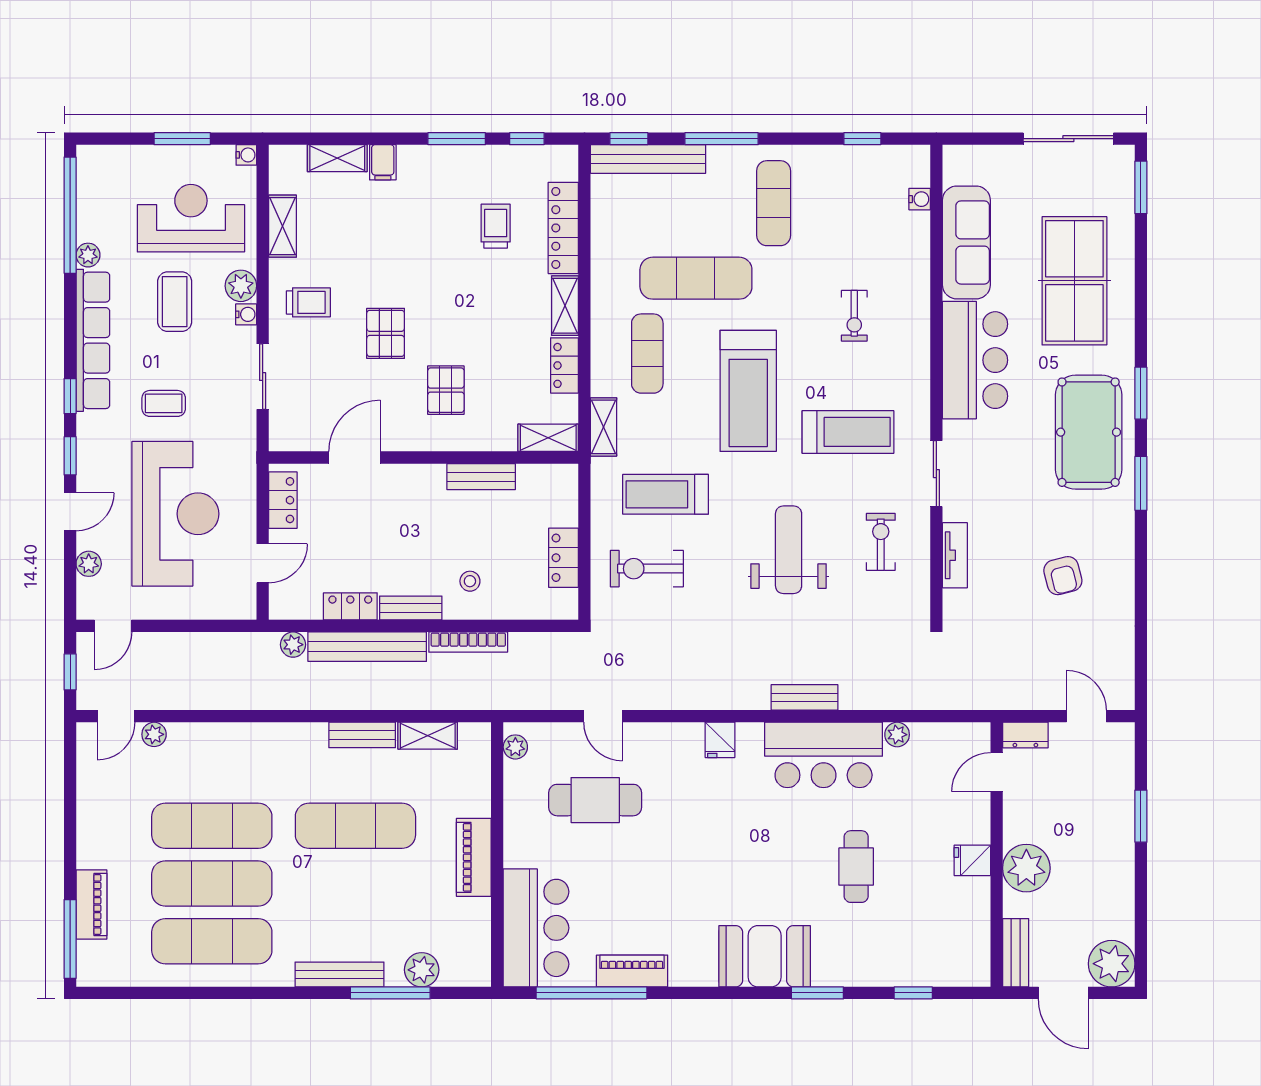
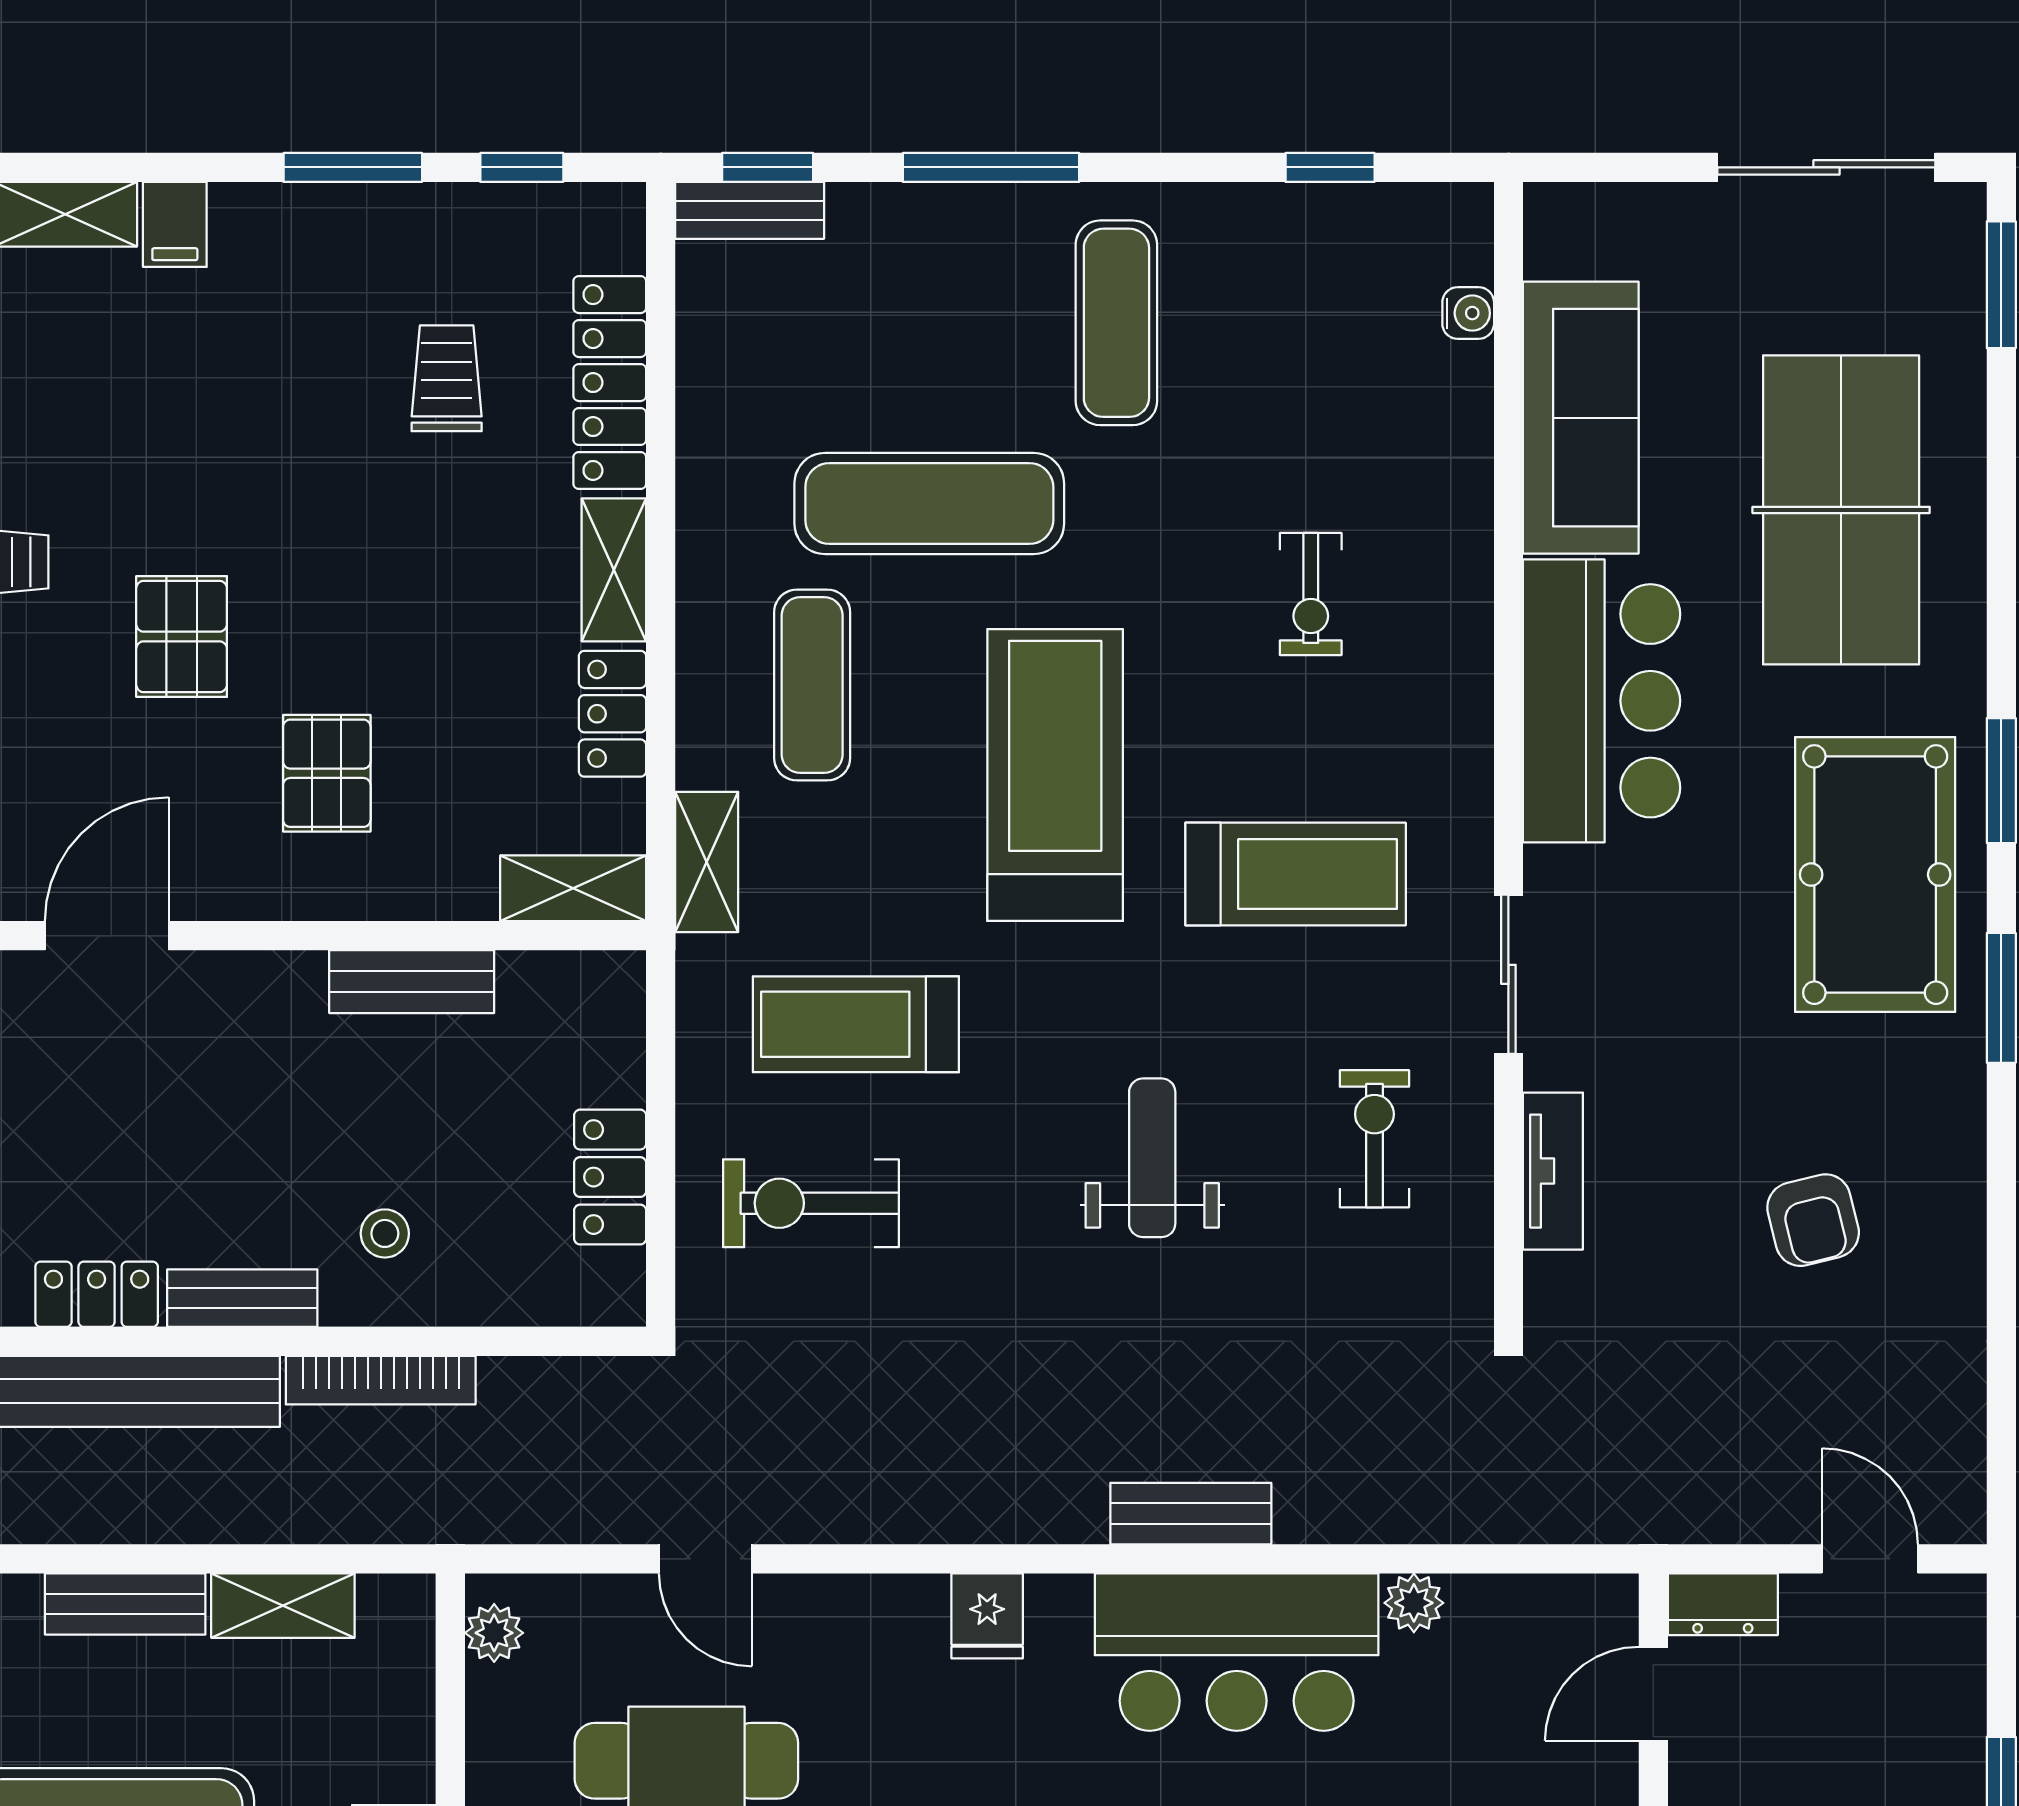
bench: (648, 159) -> (750, 210), width x0.54, depth x0.82
treadmill: (748, 391) -> (1055, 775), turned 180
weight bench: (789, 550) -> (1152, 1158), width x0.73, depth x0.75

